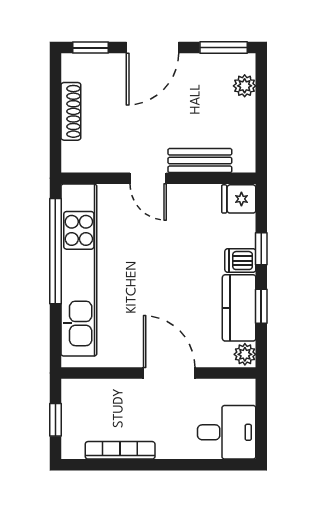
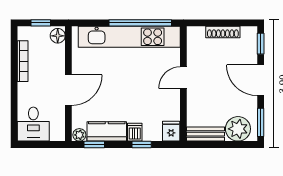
plant: (245, 86) -> (238, 129), width x1.88, depth x1.88
bench: (200, 161) -> (205, 134), moved, turned 90
window: (261, 306) -> (94, 145), moved
floor lamp: (77, 391) -> (58, 36), added

